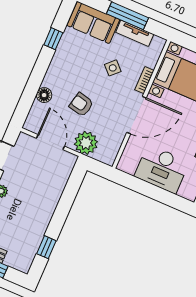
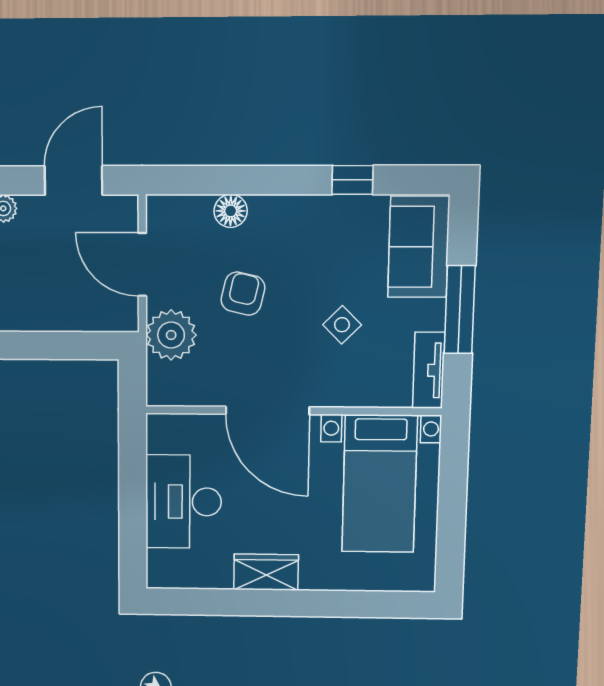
tv unit: (135, 33) -> (429, 370), moved
bookcase: (144, 80) -> (343, 397), removed
door: (50, 142) -> (142, 265), swing flipped

